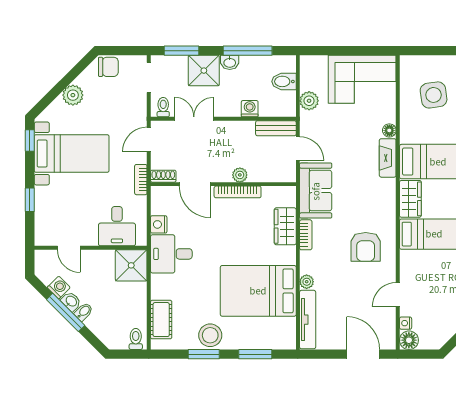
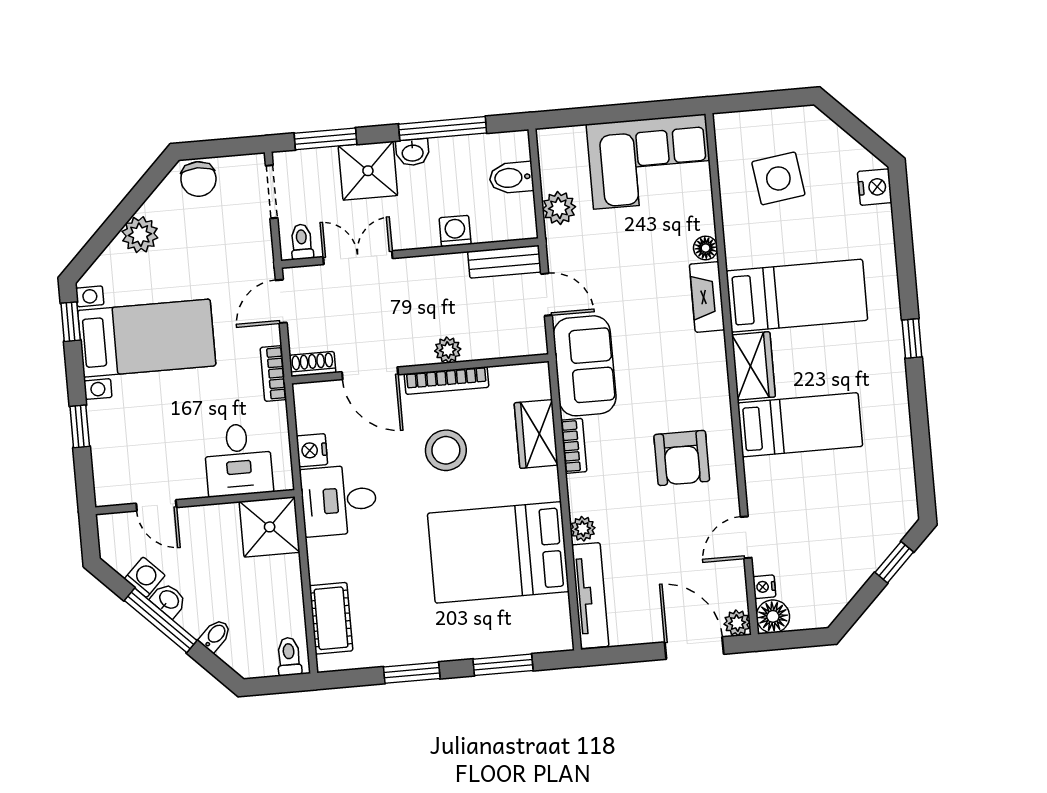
chair: (108, 67) -> (198, 179), turned 90
bidet: (84, 312) -> (215, 635), moved
stool: (210, 335) -> (446, 450), moved
plant: (389, 342) -> (737, 623), added

